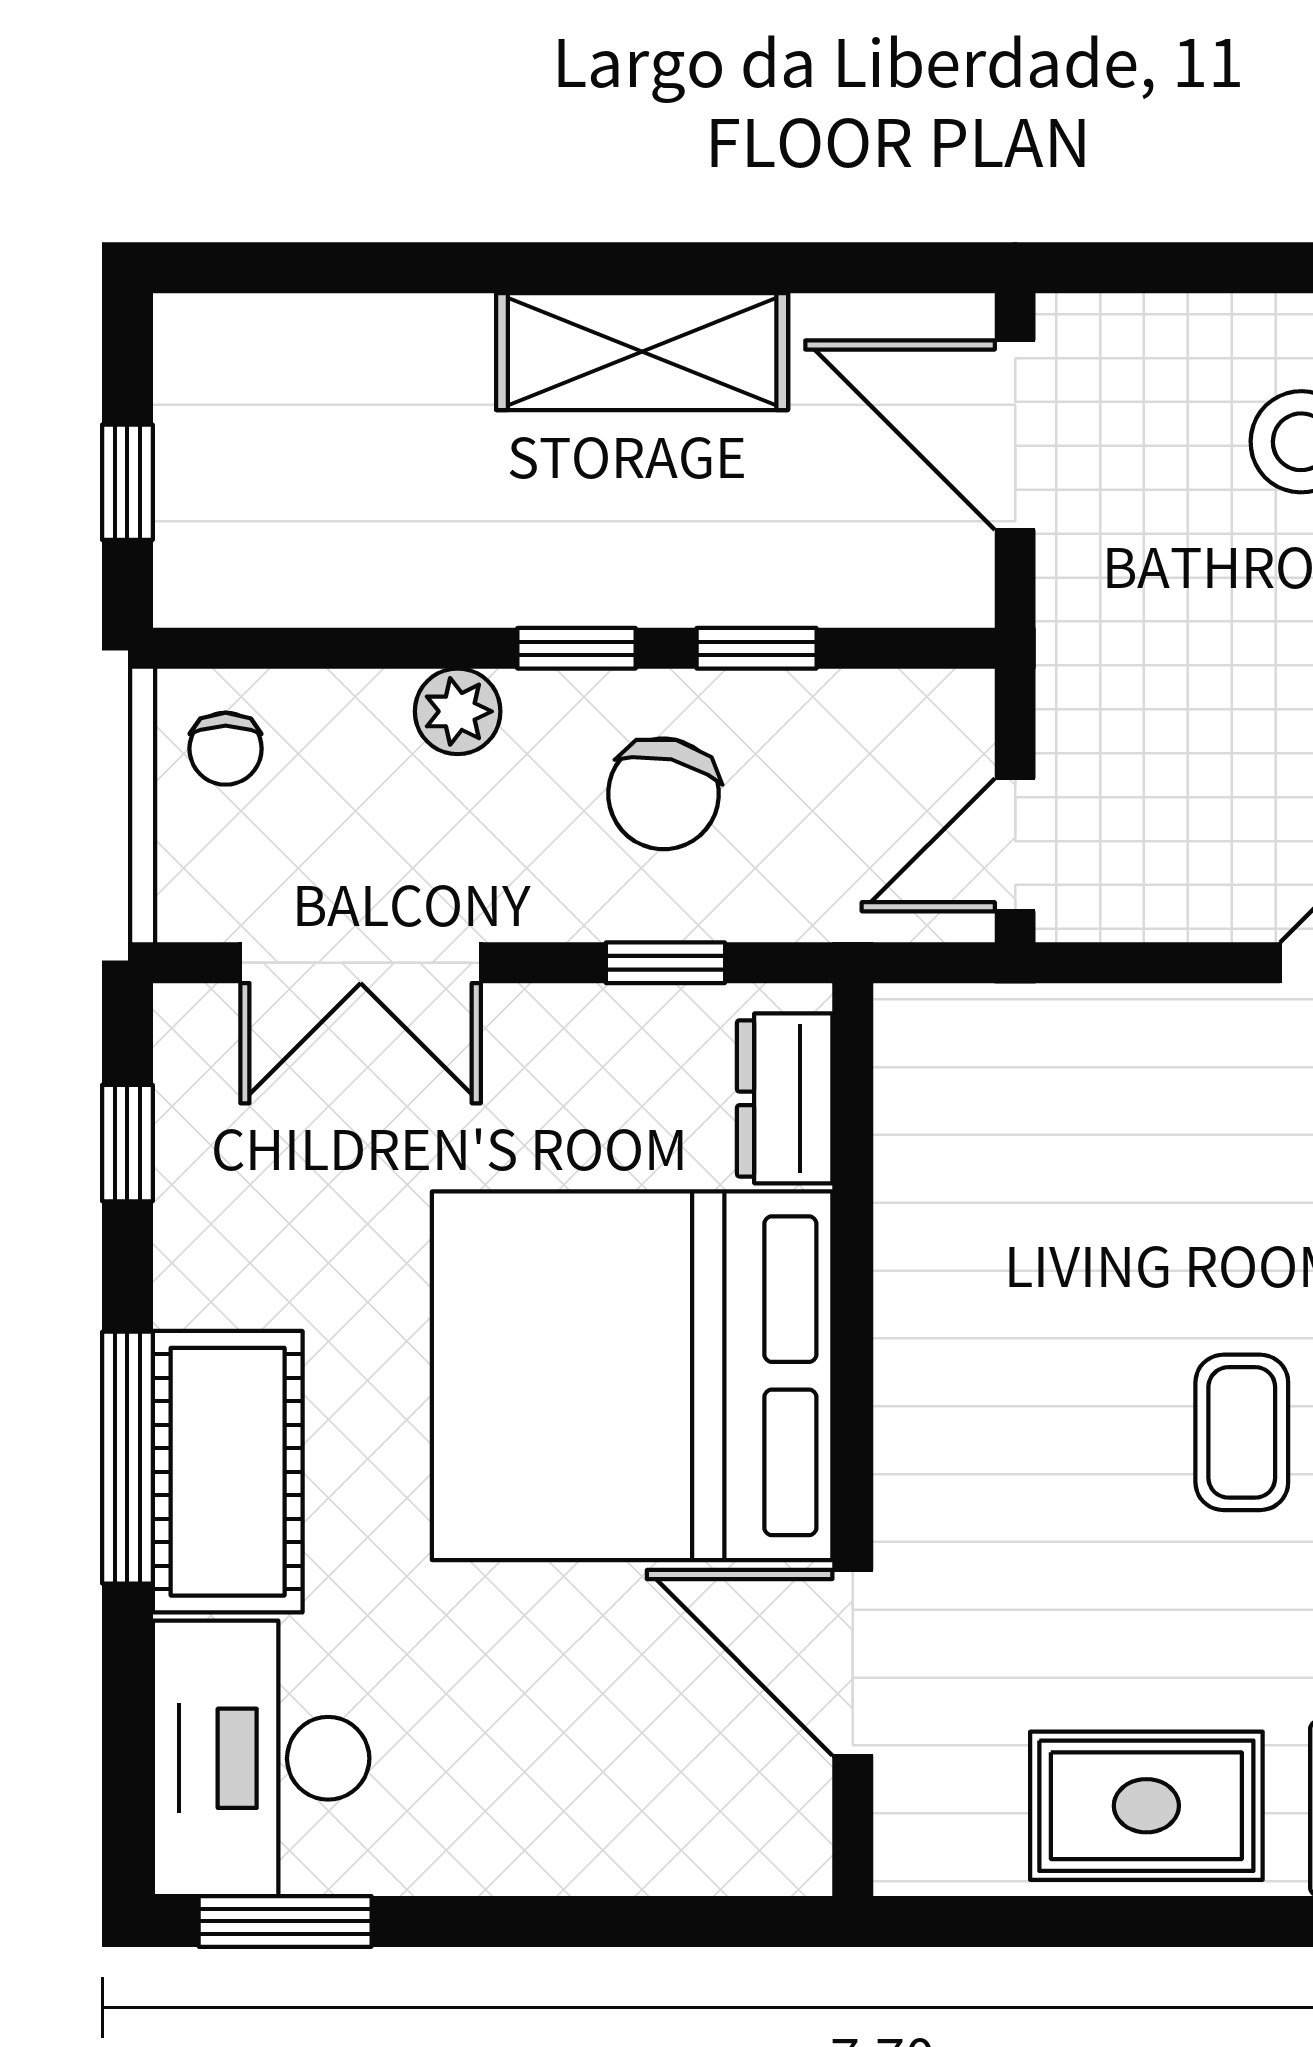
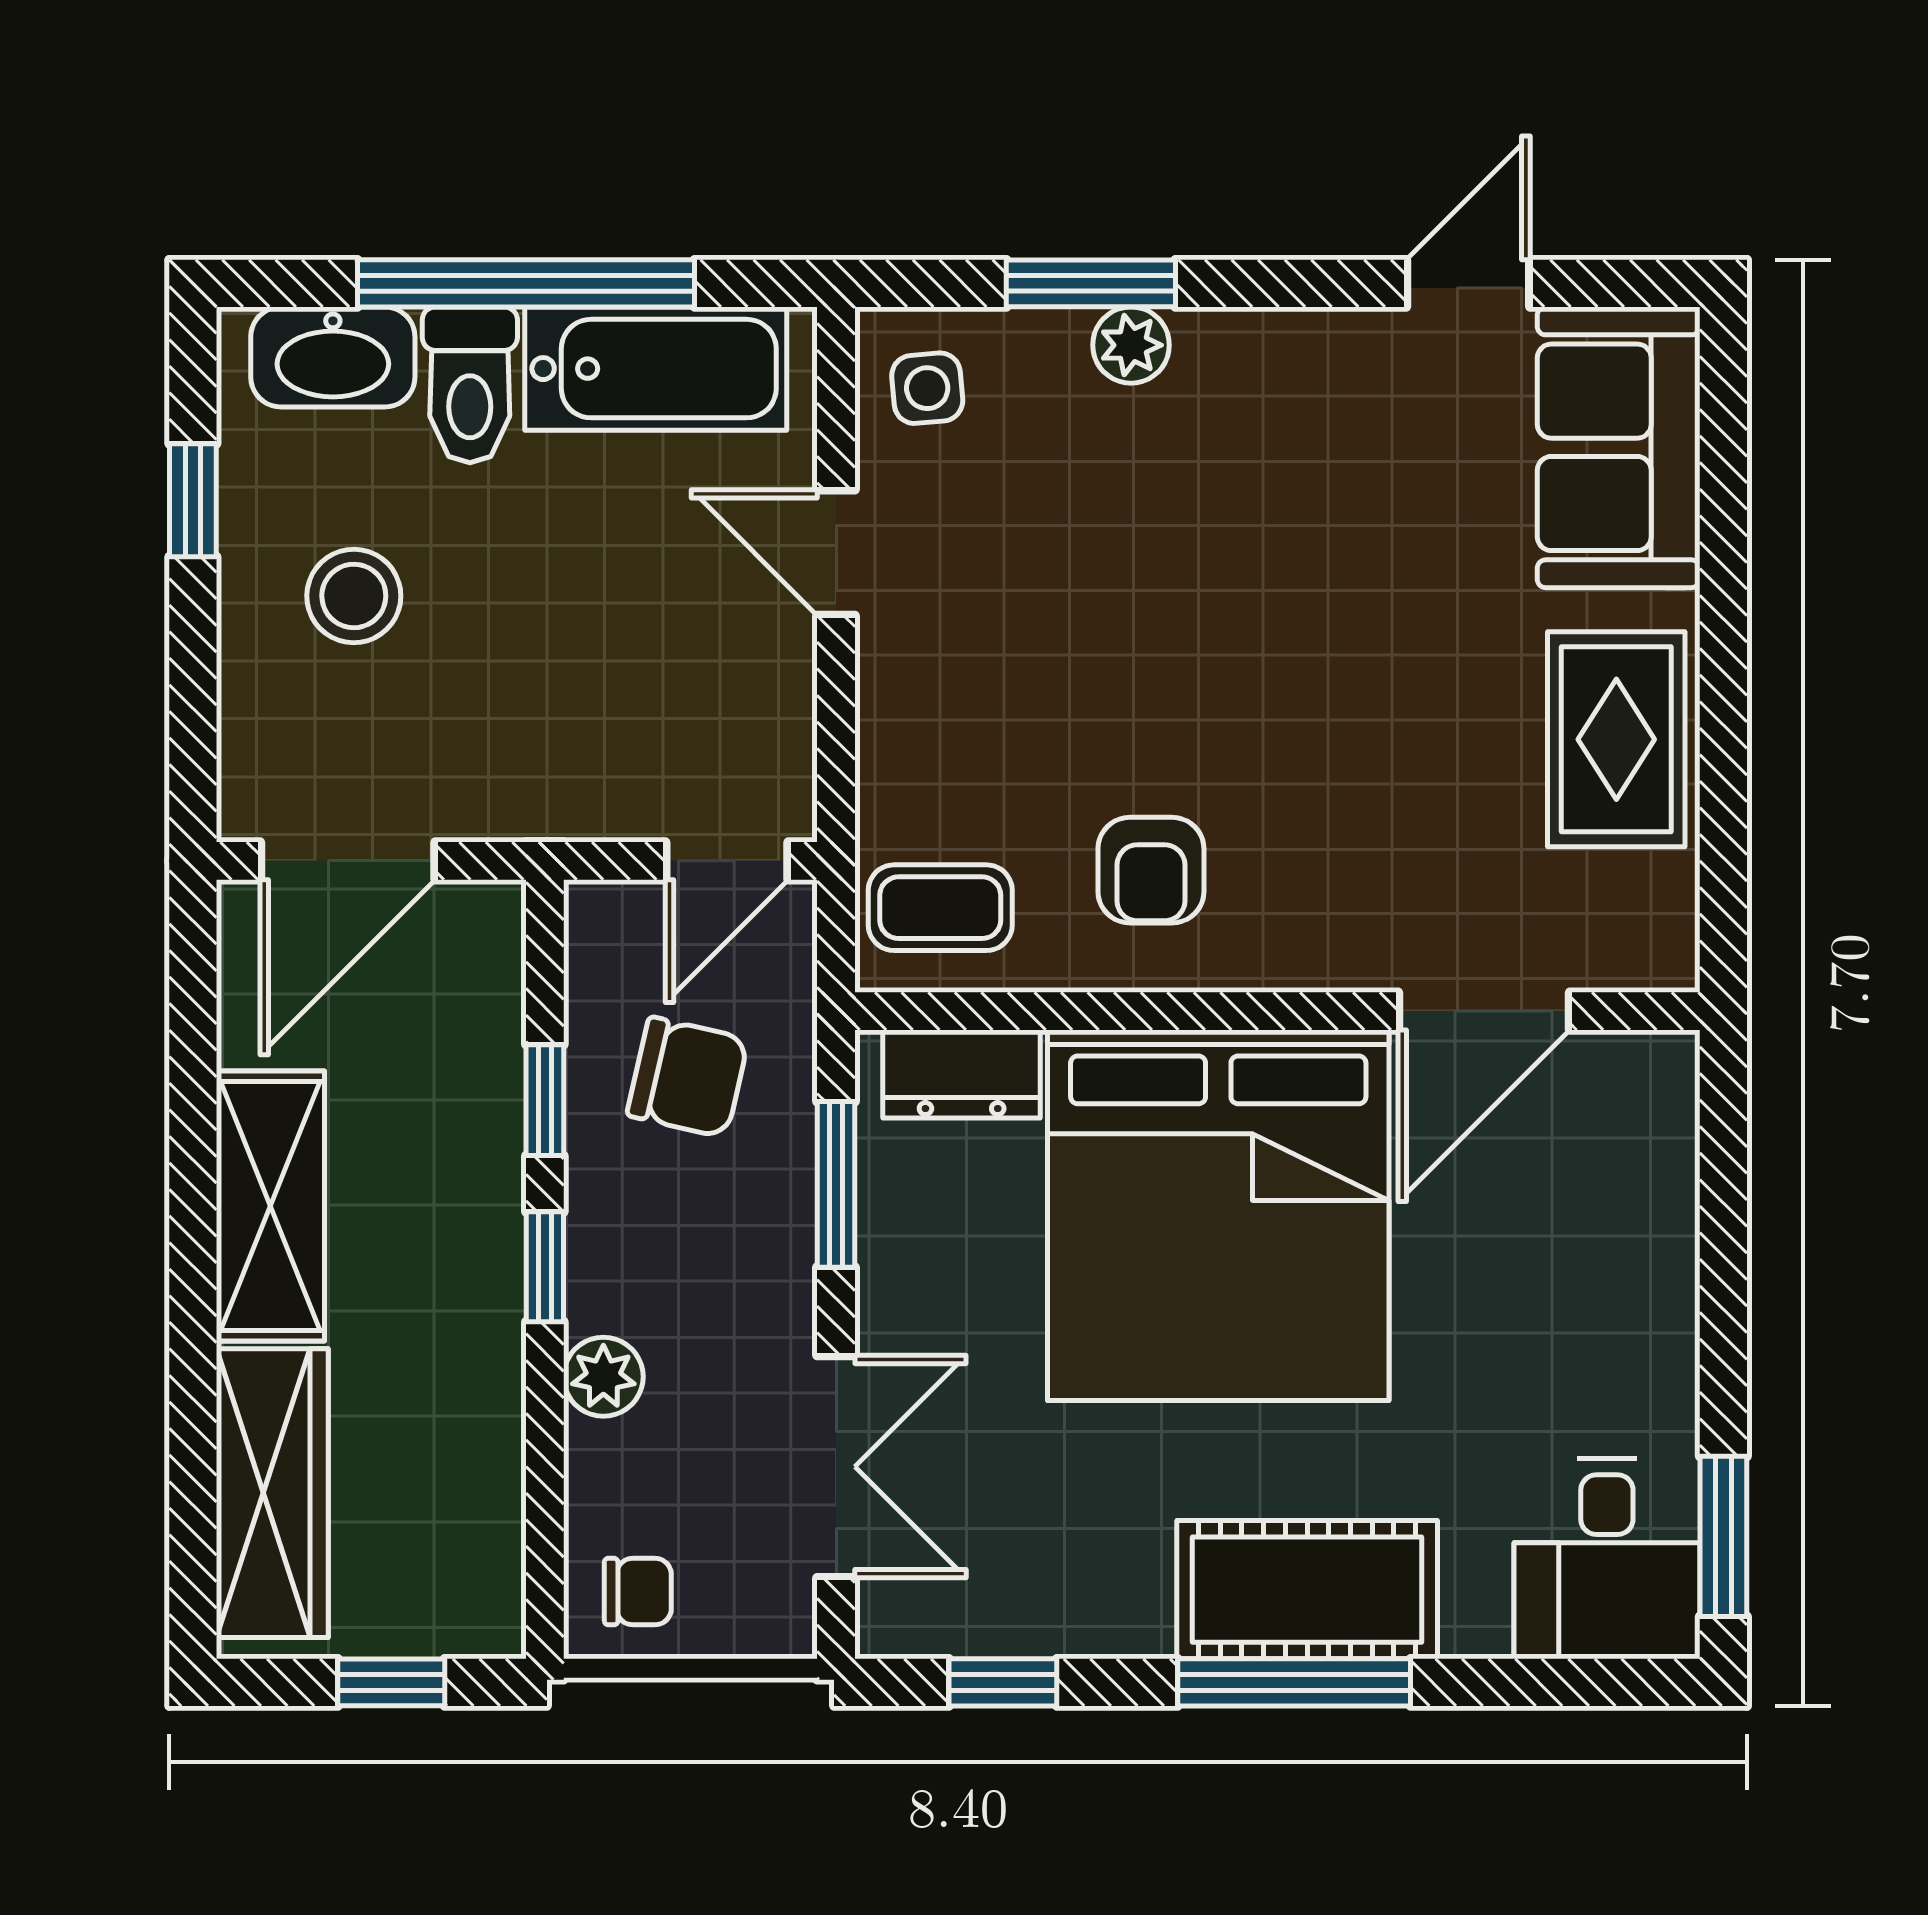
wardrobe: (332, 354) -> (272, 1493), added
chair: (664, 794) -> (688, 1077), moved
door: (1015, 845) -> (727, 861), hinge flipped
window: (665, 963) -> (836, 1184), width x1.50
armchair: (1005, 1303) -> (1151, 870), added
coffee table: (1242, 1432) -> (940, 908), moved
desk: (261, 1758) -> (1607, 1559), width x0.73

